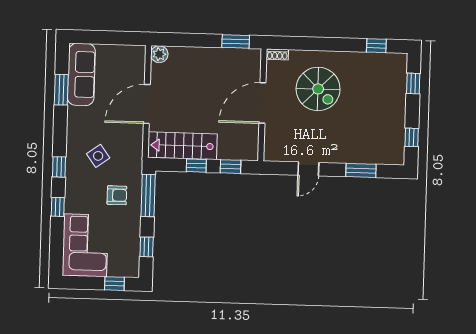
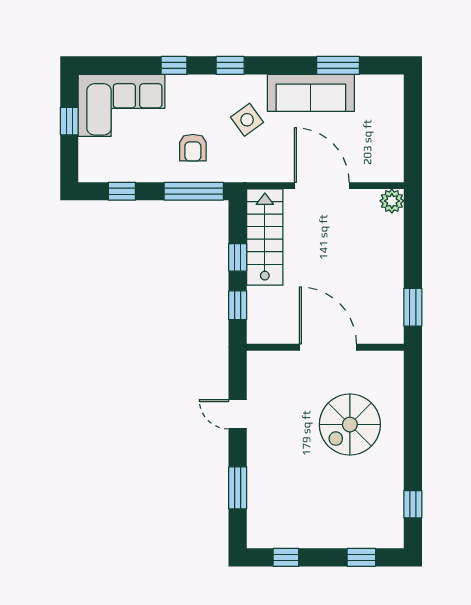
shoe rack: (277, 54) -> (396, 366), removed
sofa: (81, 74) -> (311, 93), moved
window: (114, 284) -> (69, 121), moved

